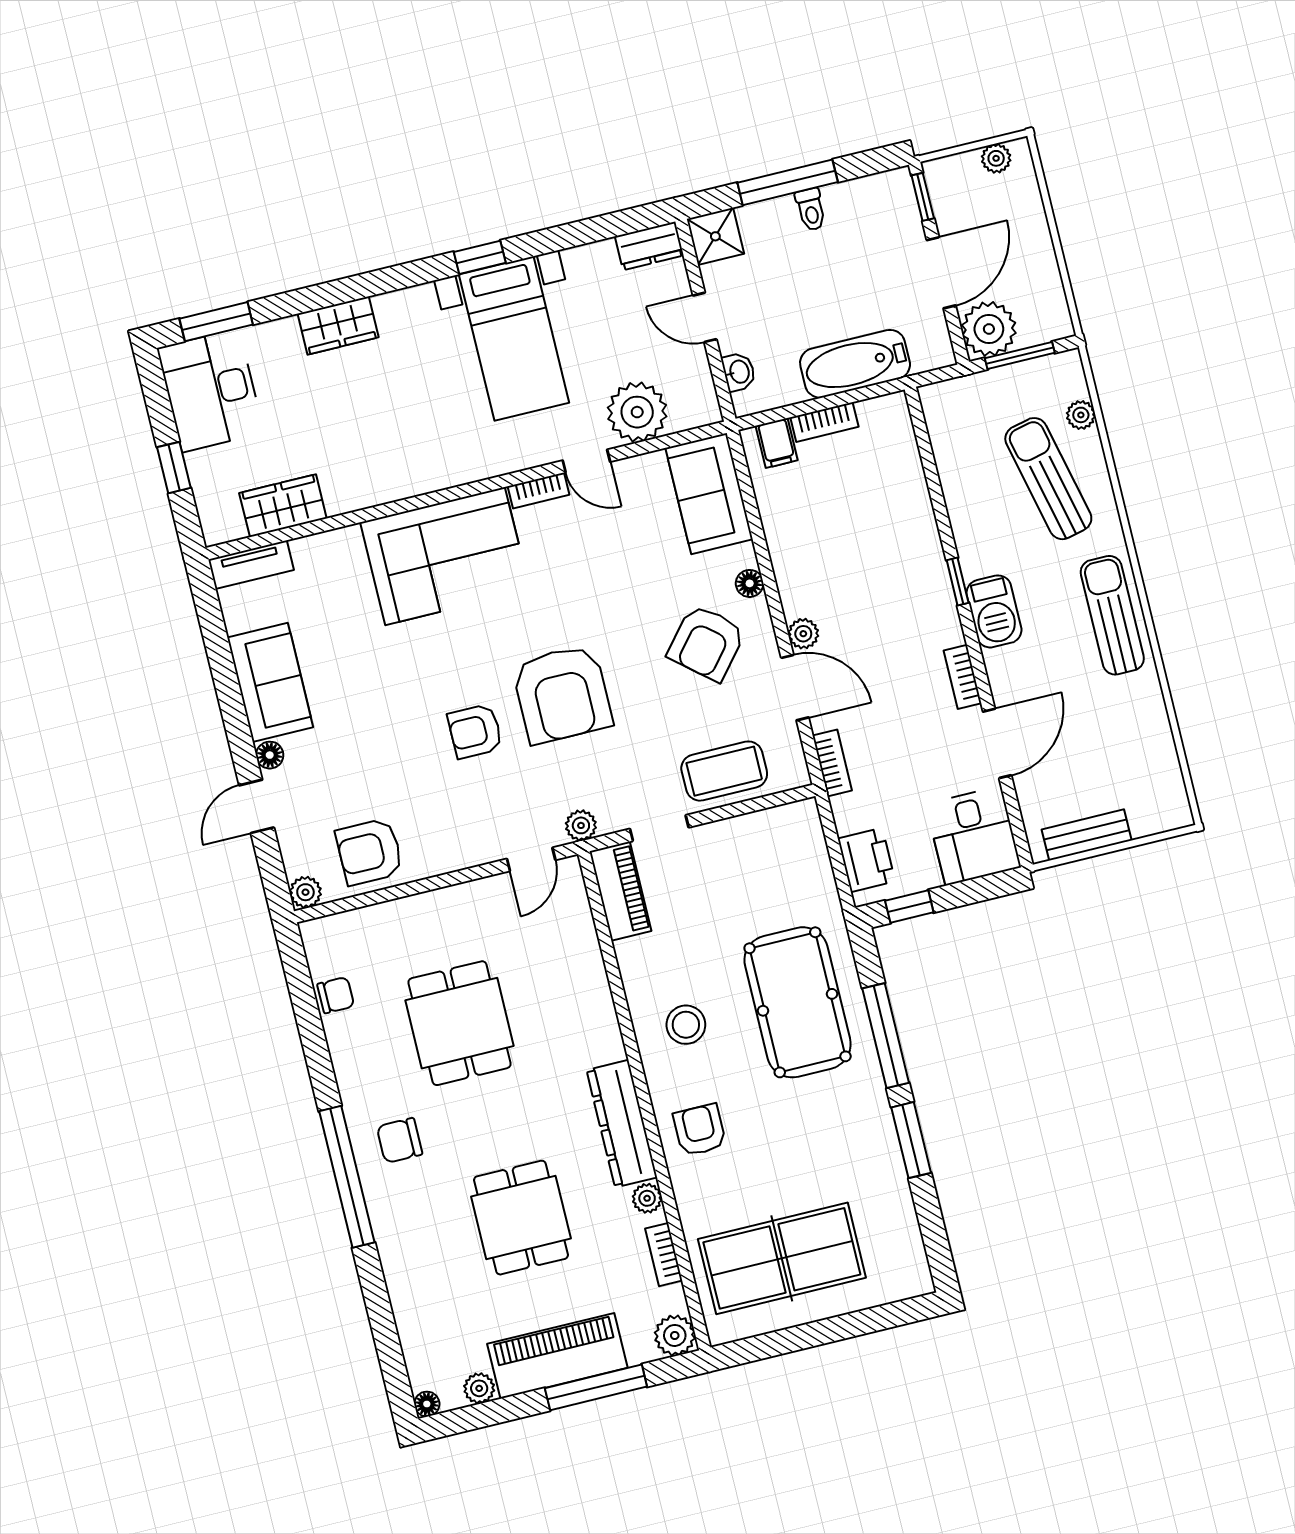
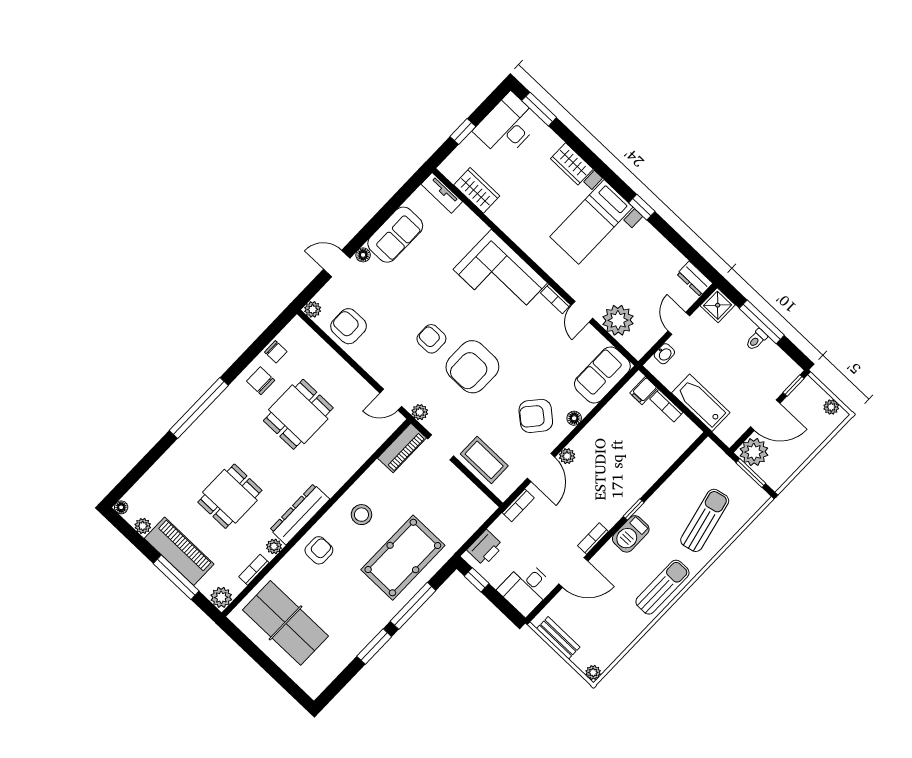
bed with nightstands: (514, 339) -> (591, 222), moved
plant: (1081, 415) -> (593, 672), moved
chair: (400, 1140) -> (261, 381), moved

